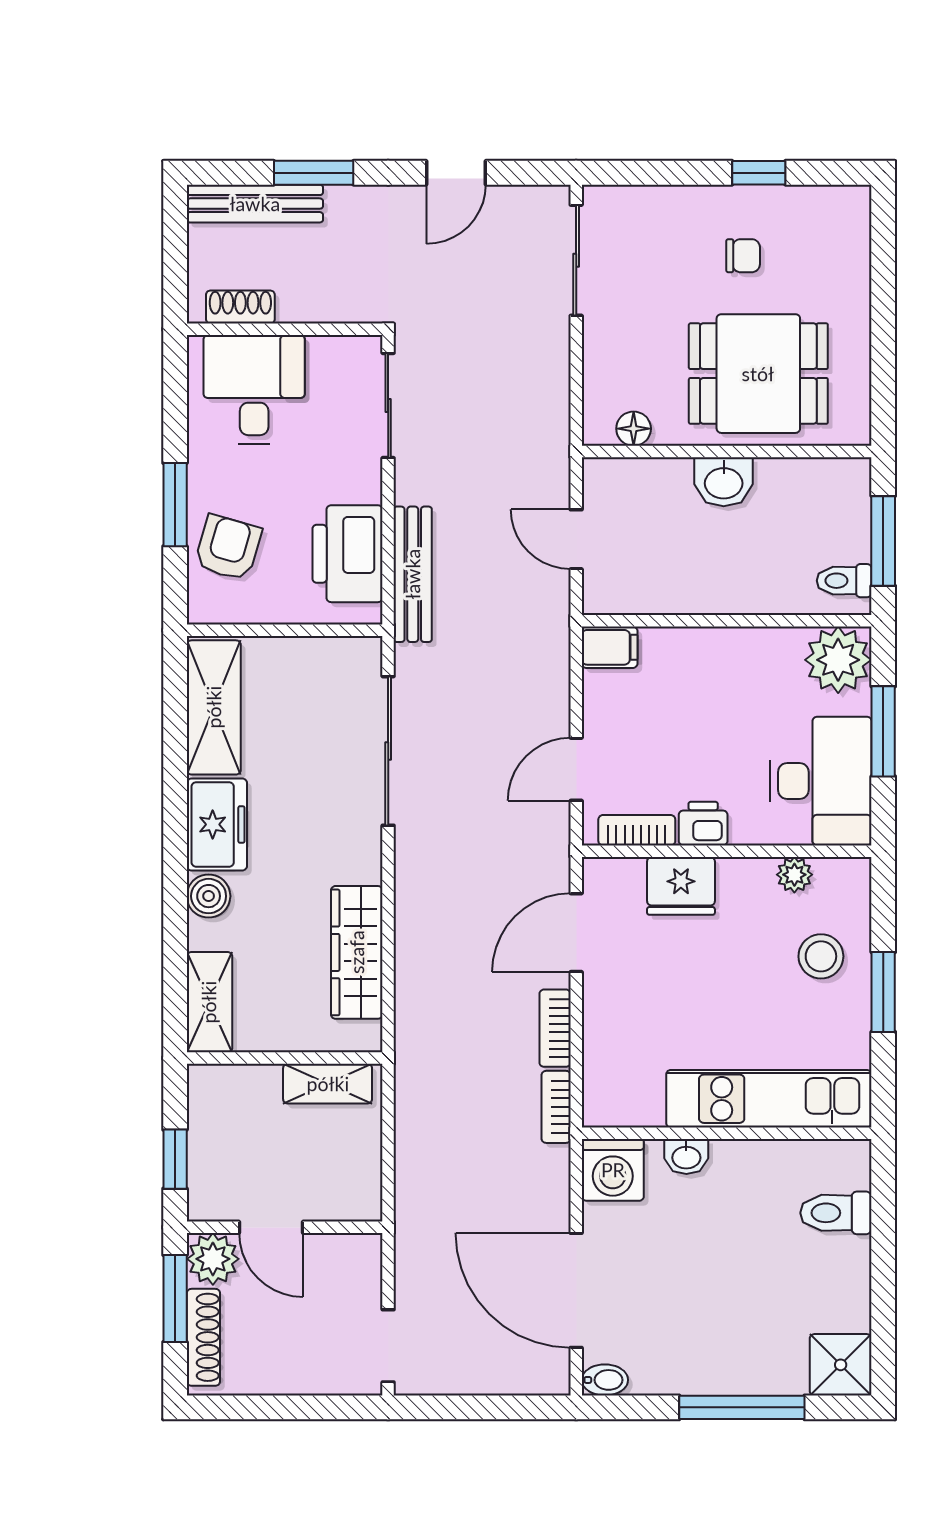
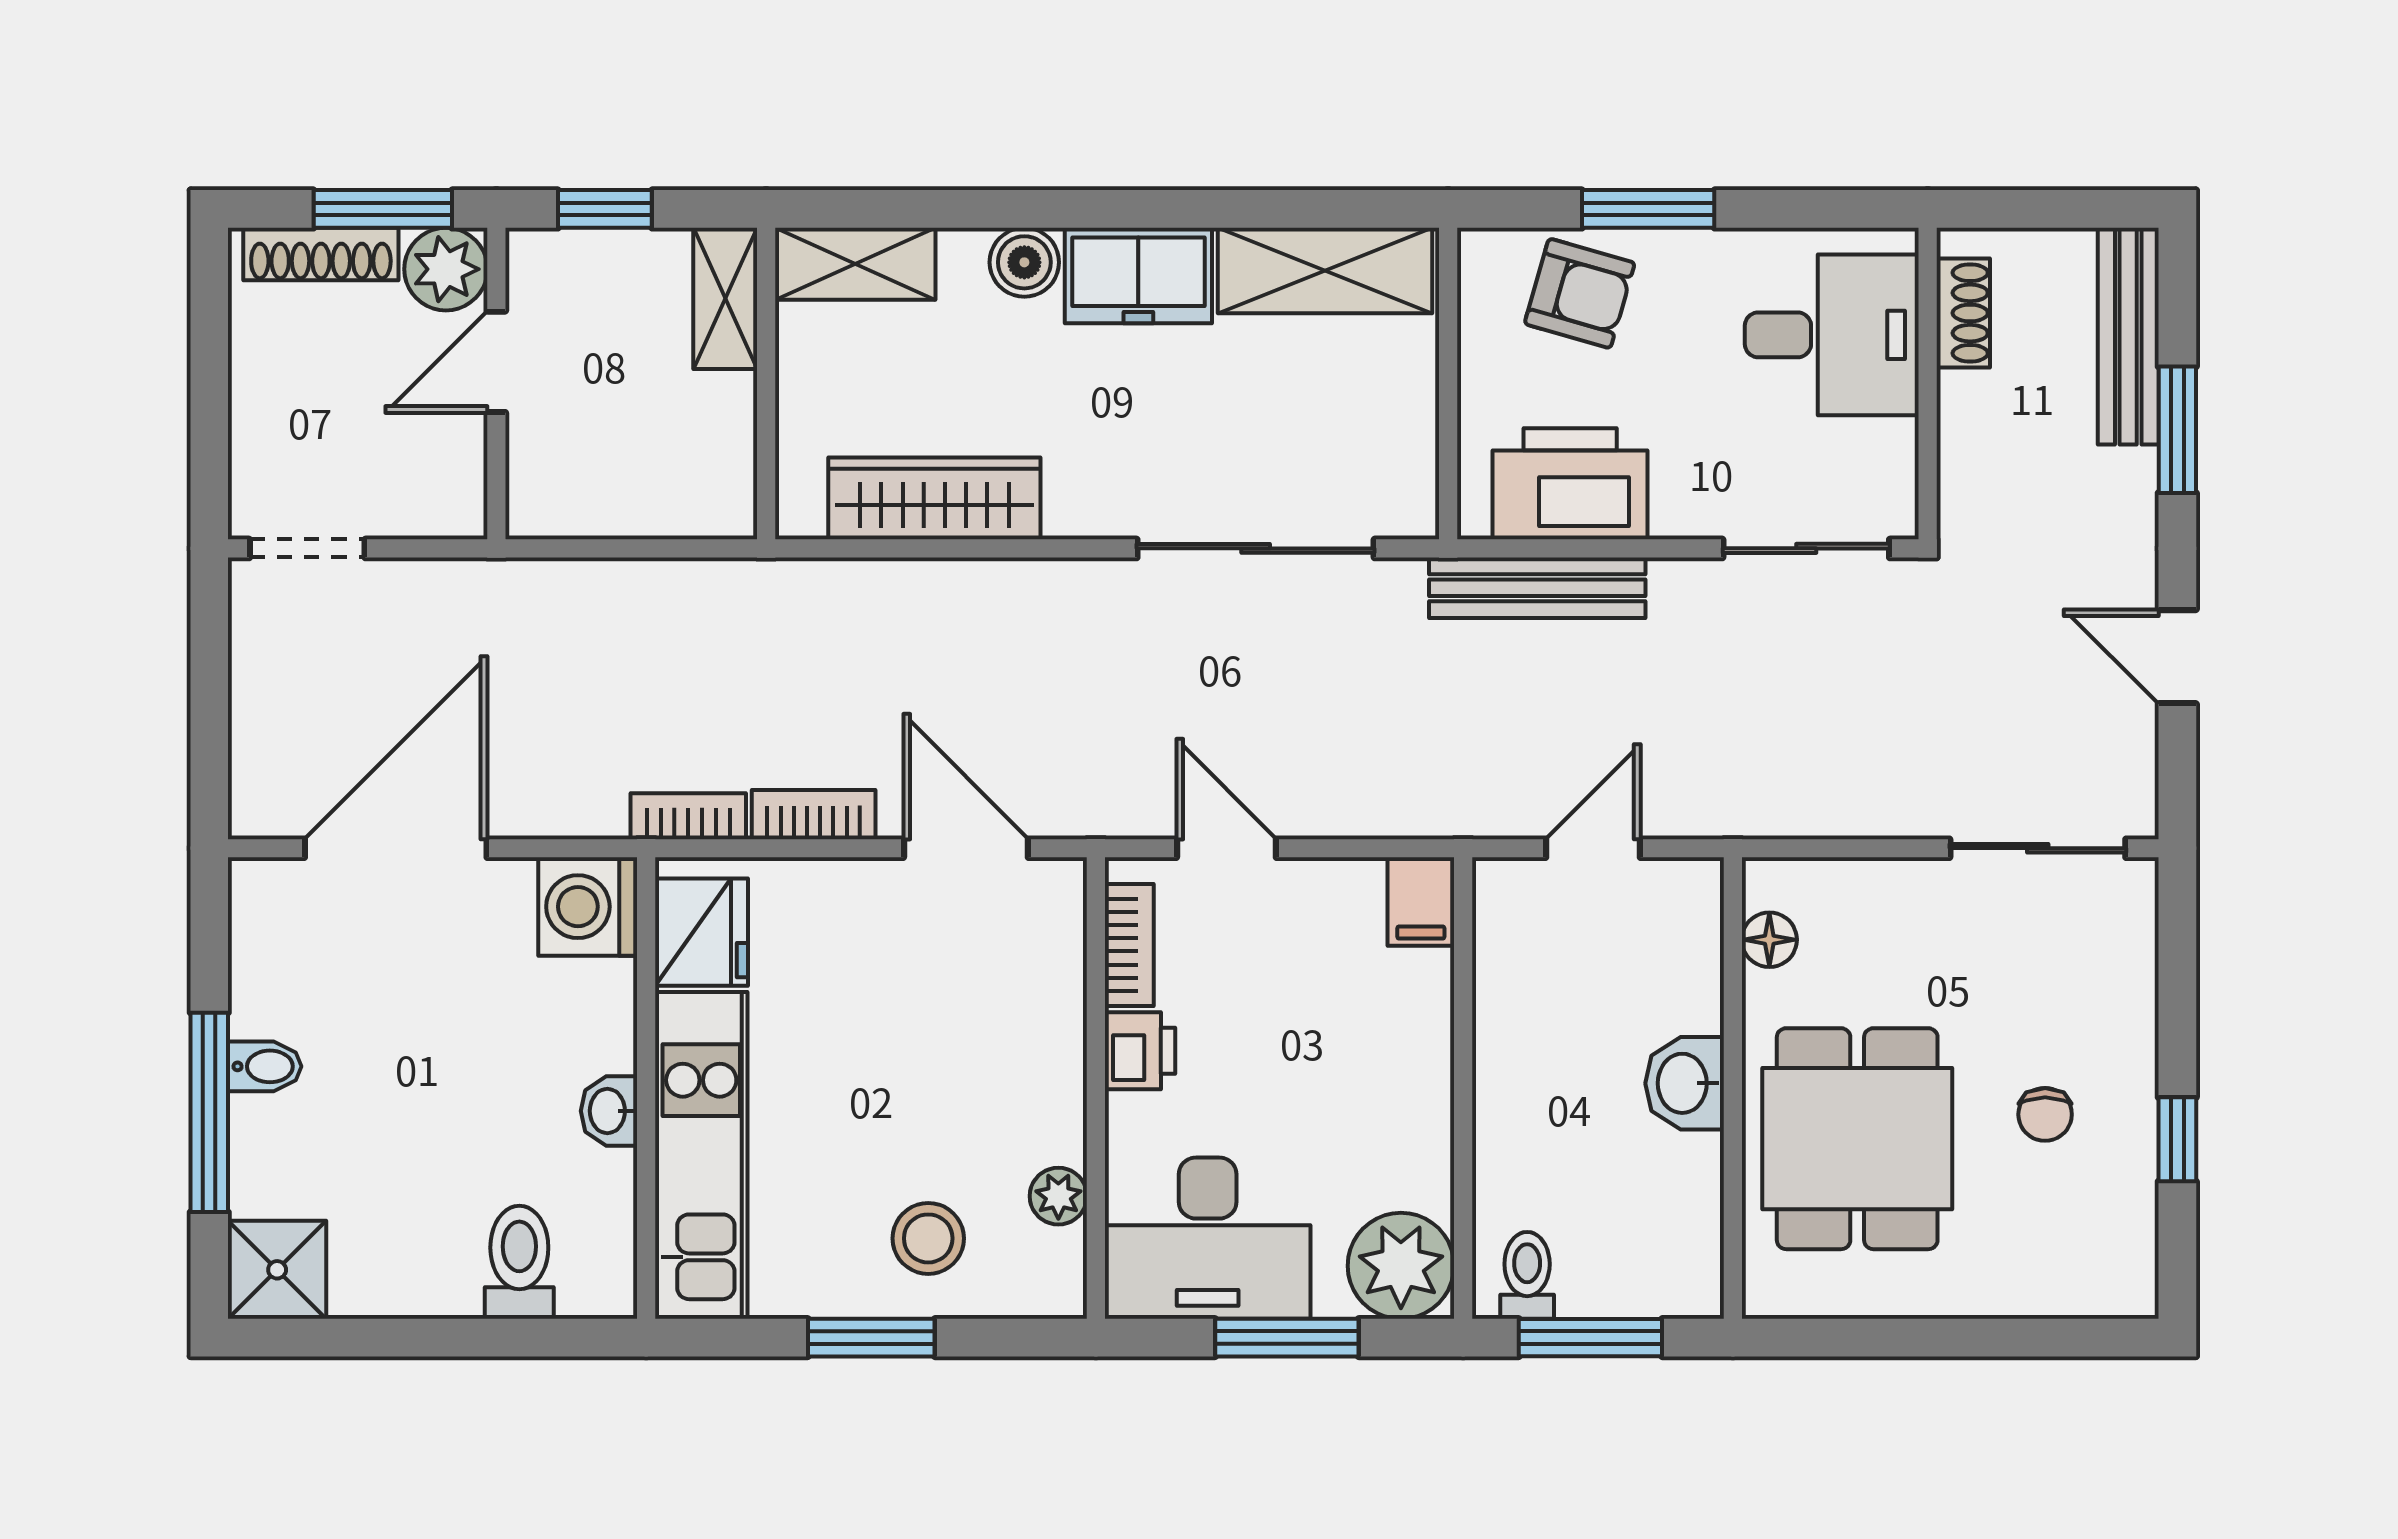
fridge: (681, 886) -> (702, 932), moved, turned 180
shelving: (328, 1084) -> (725, 298), moved
washbasin: (686, 1157) -> (609, 1111), moved
bidet: (605, 1380) -> (265, 1066), moved, turned -90

